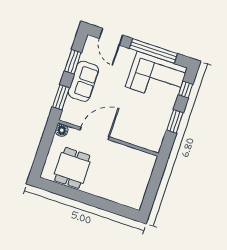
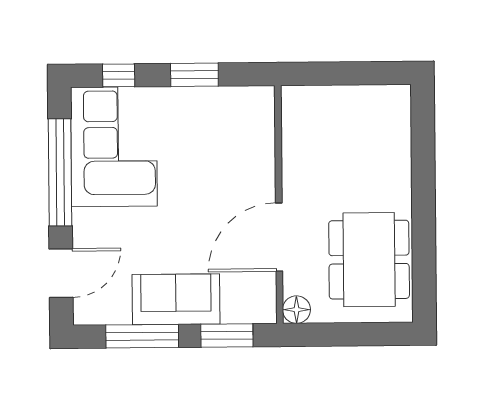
window: (73, 62) -> (142, 336), width x1.44
door: (95, 133) -> (279, 237), hinge flipped
dining table: (72, 168) -> (369, 260), width x1.38

